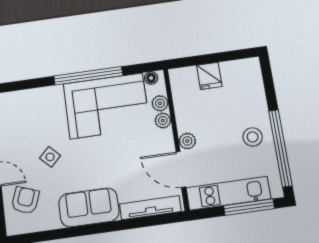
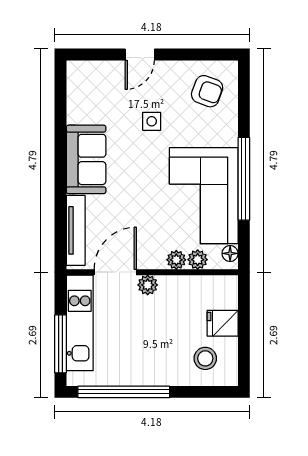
stool: (253, 137) -> (205, 358), moved
side table: (50, 157) -> (152, 121), turned 45
armchair: (25, 200) -> (207, 91), moved

